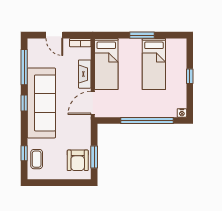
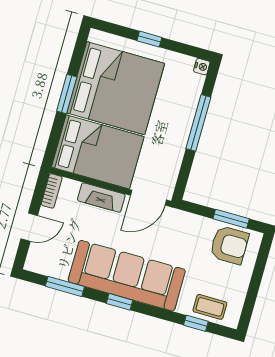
bed: (106, 64) -> (98, 152), width x1.50
bed: (154, 64) -> (116, 88), width x2.04
window: (24, 67) -> (65, 286), width x0.69
door: (93, 103) -> (149, 198), hinge flipped
window: (147, 121) -> (198, 123), width x0.68

